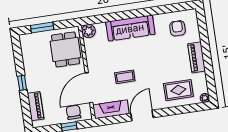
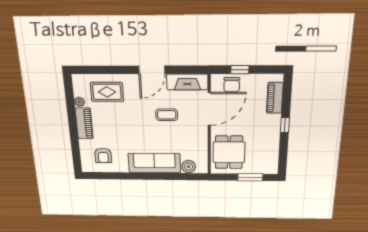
plant: (89, 31) -> (189, 167), moved
plant: (205, 98) -> (79, 102), moved

